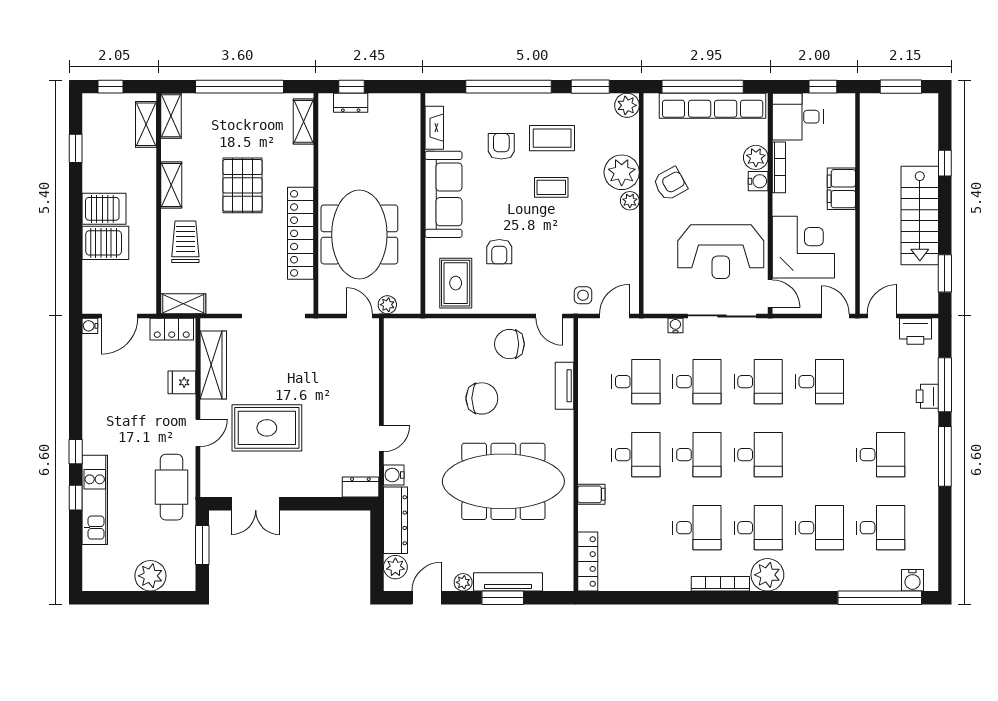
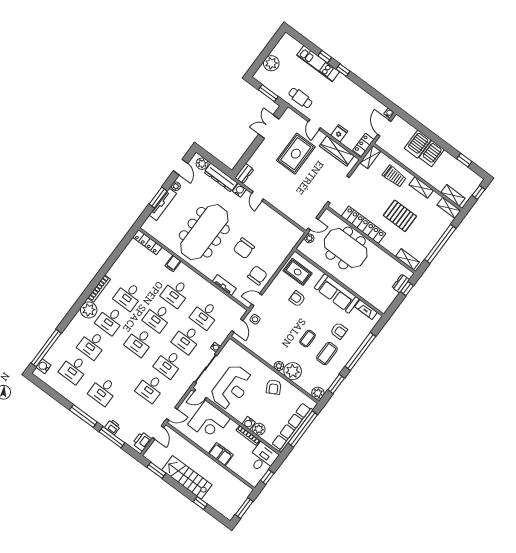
reception desk: (721, 252) -> (232, 387), turned 180
cafe table: (171, 487) -> (300, 98), width x0.73, depth x0.74

